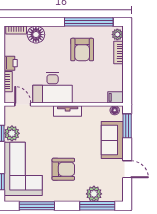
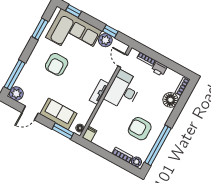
door: (23, 104) -> (123, 61), swing flipped
plant: (94, 194) -> (16, 94), moved
window: (37, 206) -> (40, 29), width x0.69

